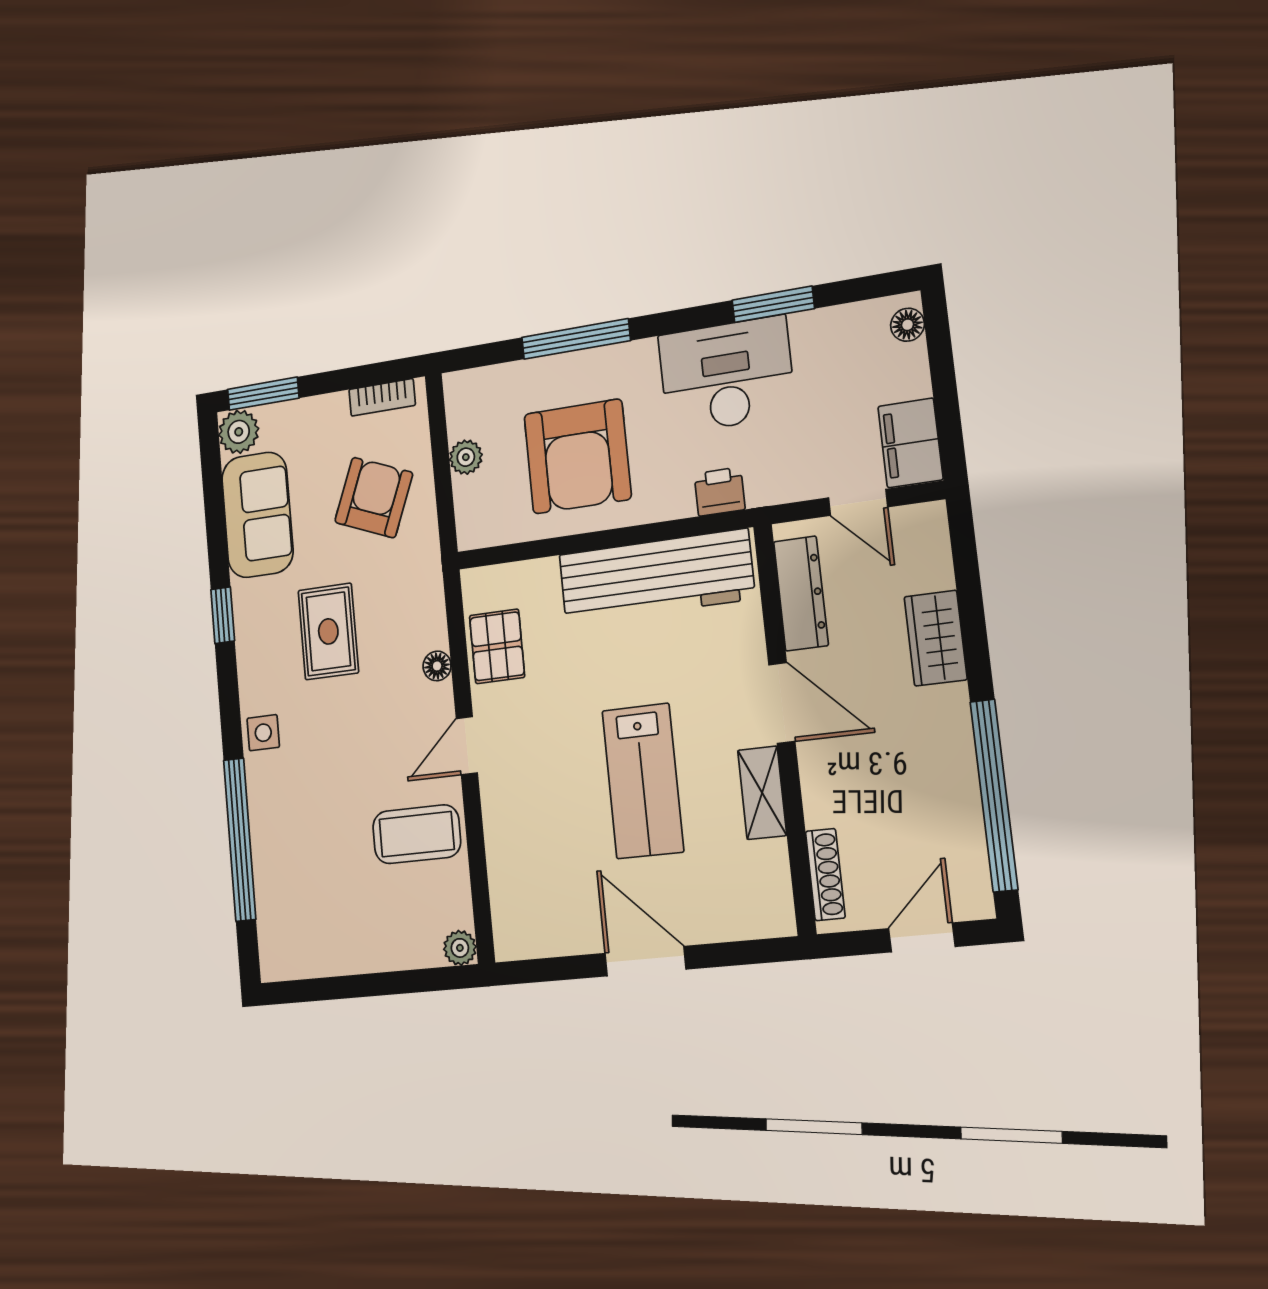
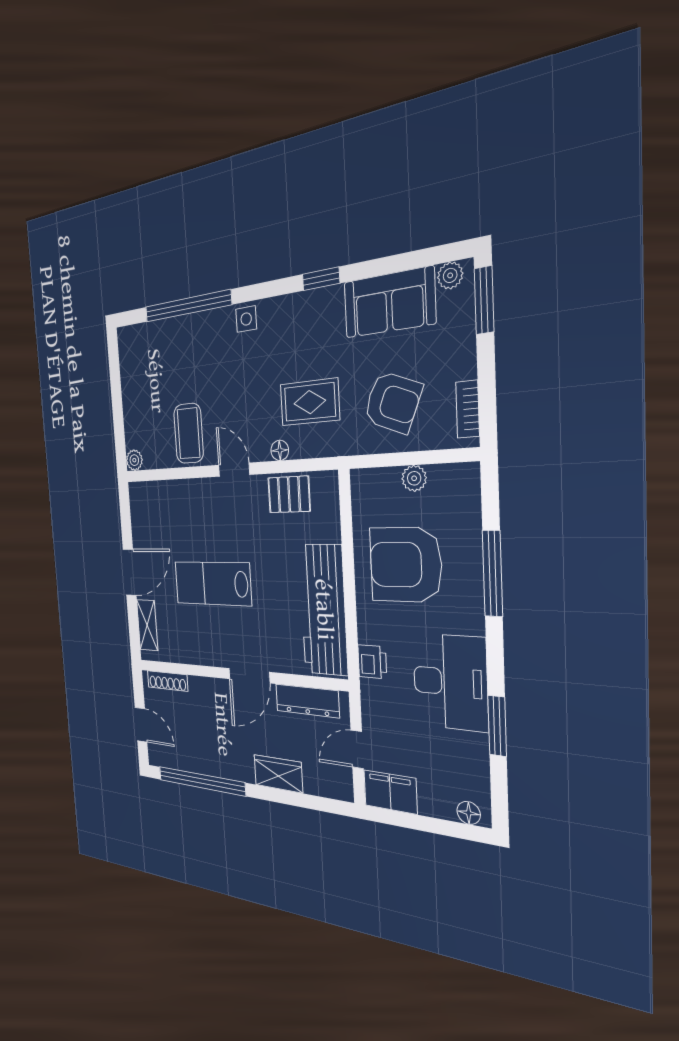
plant: (239, 432) -> (450, 275), width x0.73, depth x0.73
rug: (328, 631) -> (310, 402), moved
shelving: (762, 793) -> (147, 625), moved, turned 90

